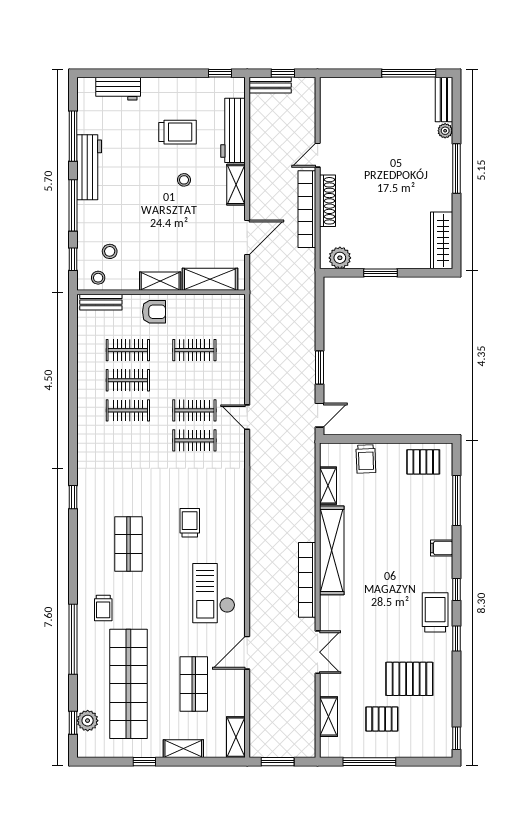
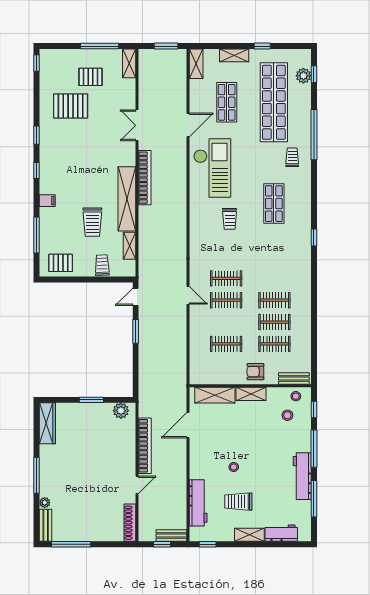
shelving: (236, 185) -> (249, 535), moved, turned 90
shoe rack: (327, 201) -> (130, 523), moved
checkout: (214, 593) -> (212, 168), width x1.36, depth x1.21
trolley: (435, 612) -> (92, 222), moved
shelving: (328, 717) -> (129, 63), moved

